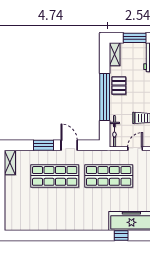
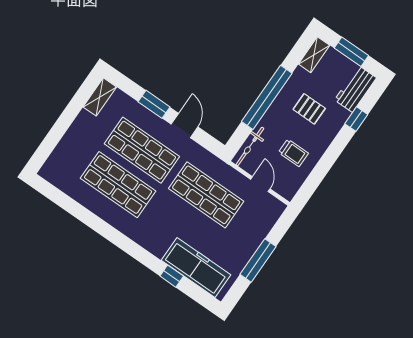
pallet: (119, 86) -> (309, 109), moved, turned 90
door: (135, 149) -> (260, 184), hinge flipped
shop shelf: (55, 205) -> (118, 185), added

